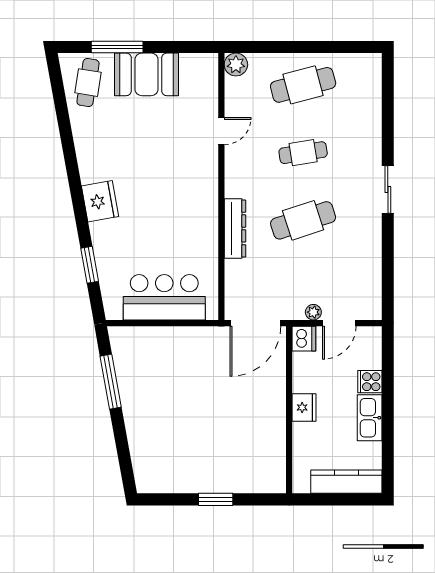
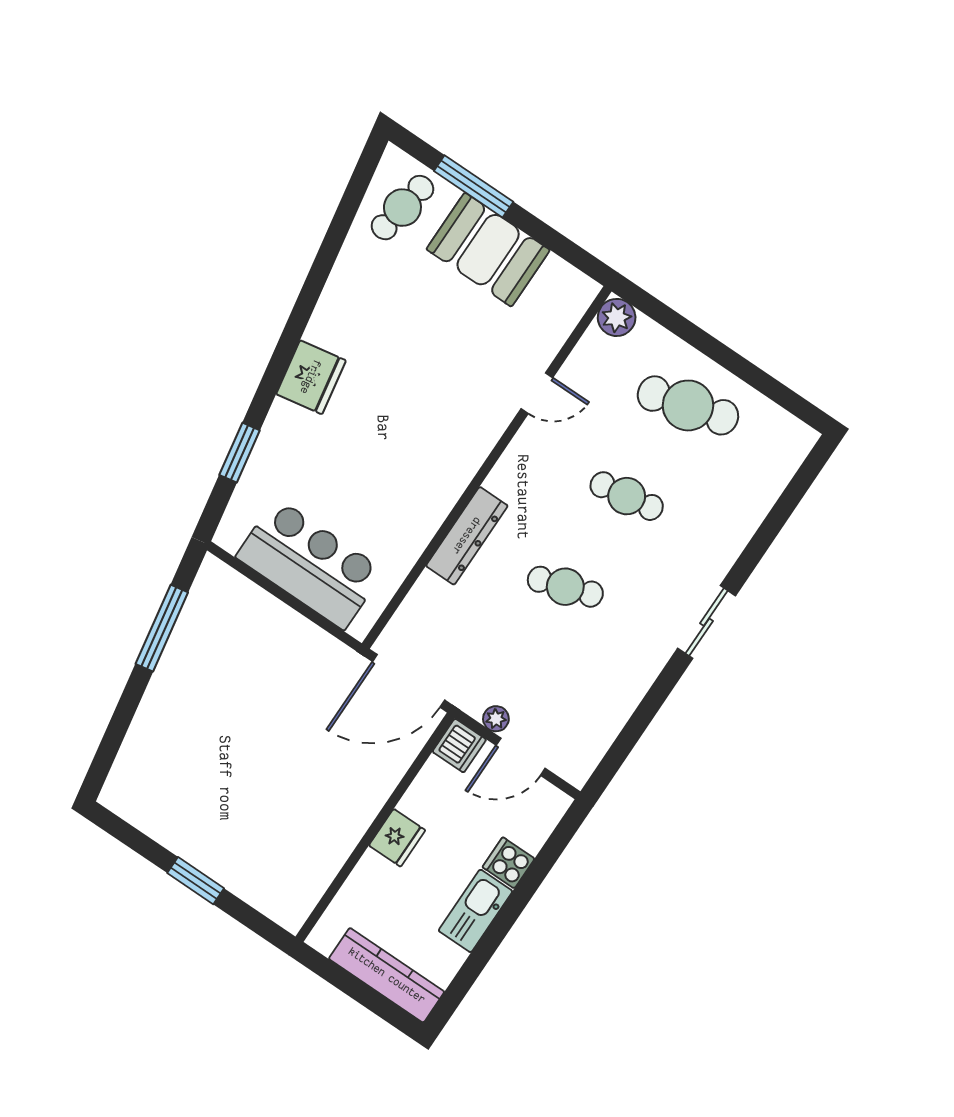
cafe table: (303, 220) -> (565, 587), width x0.73, depth x0.74

